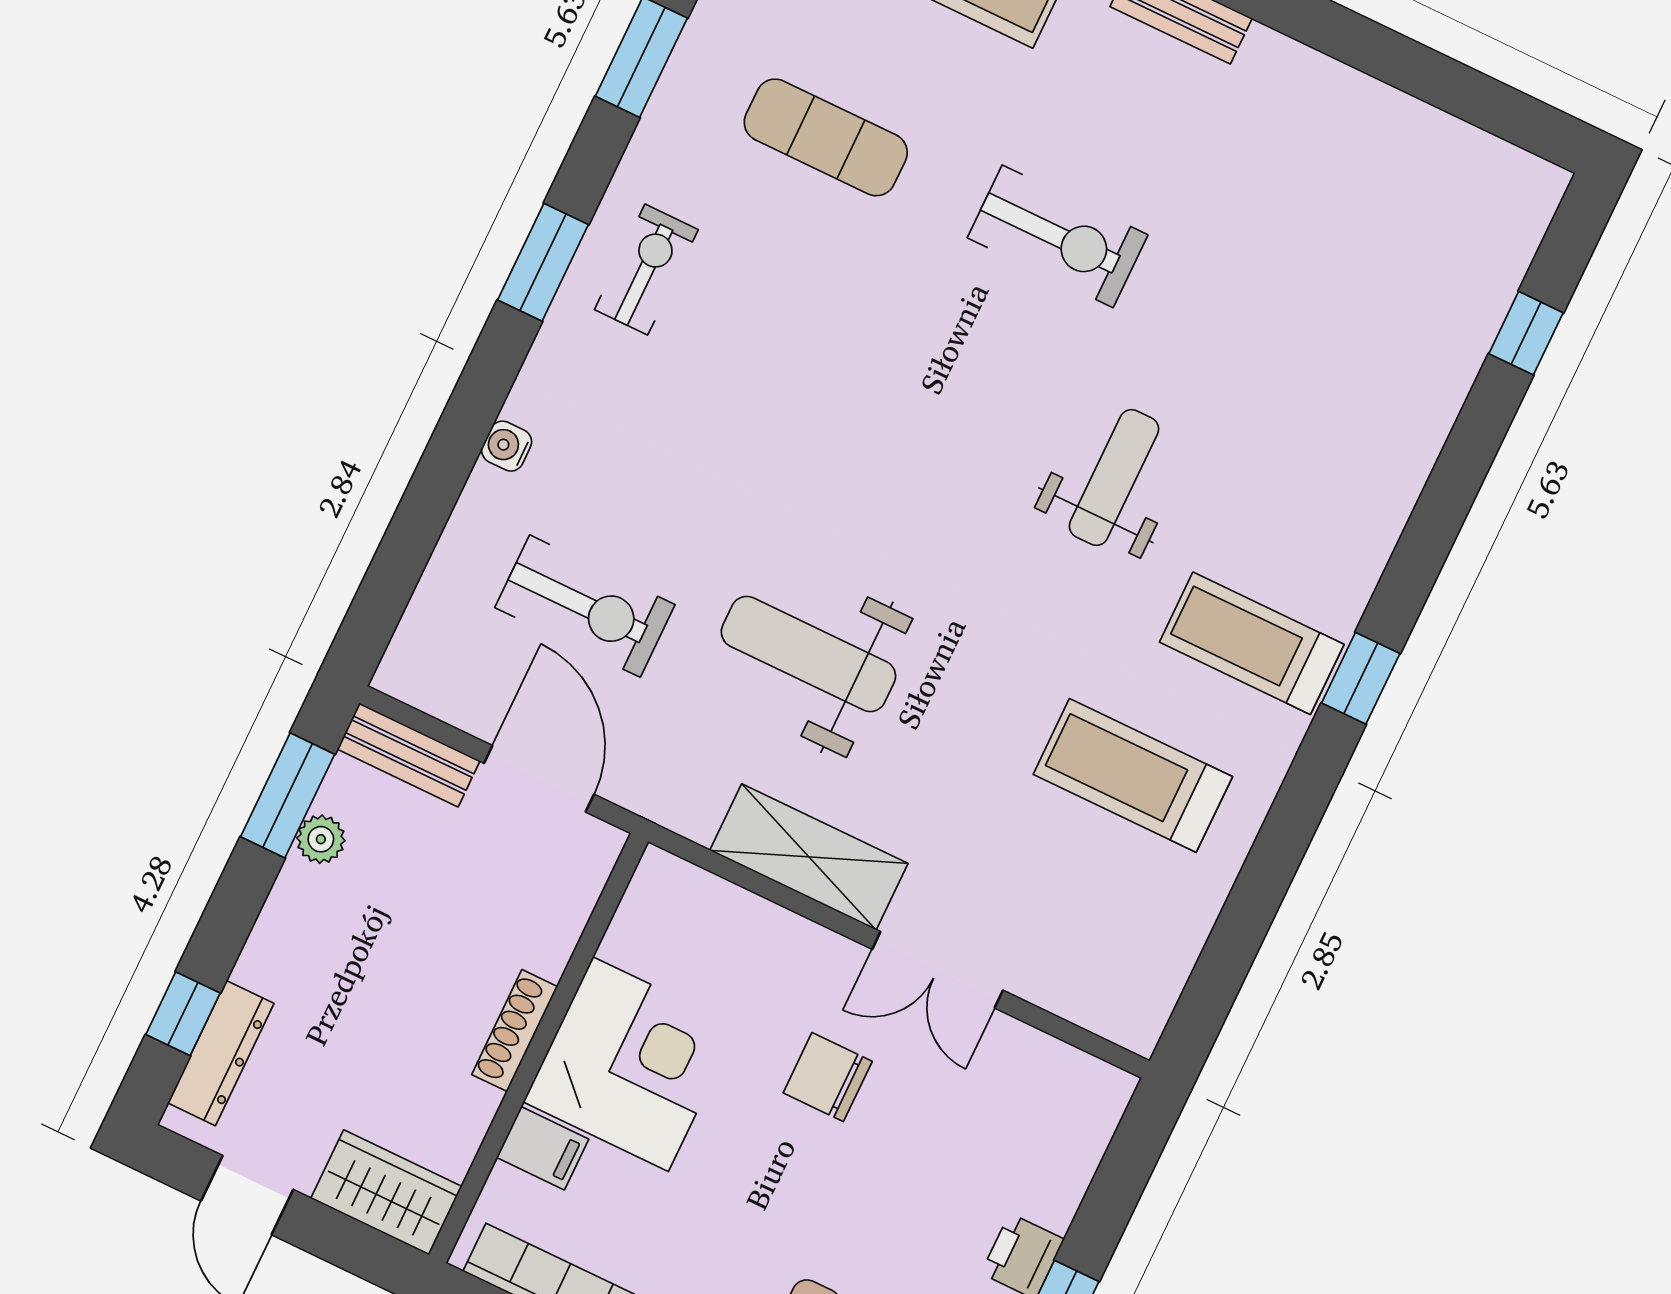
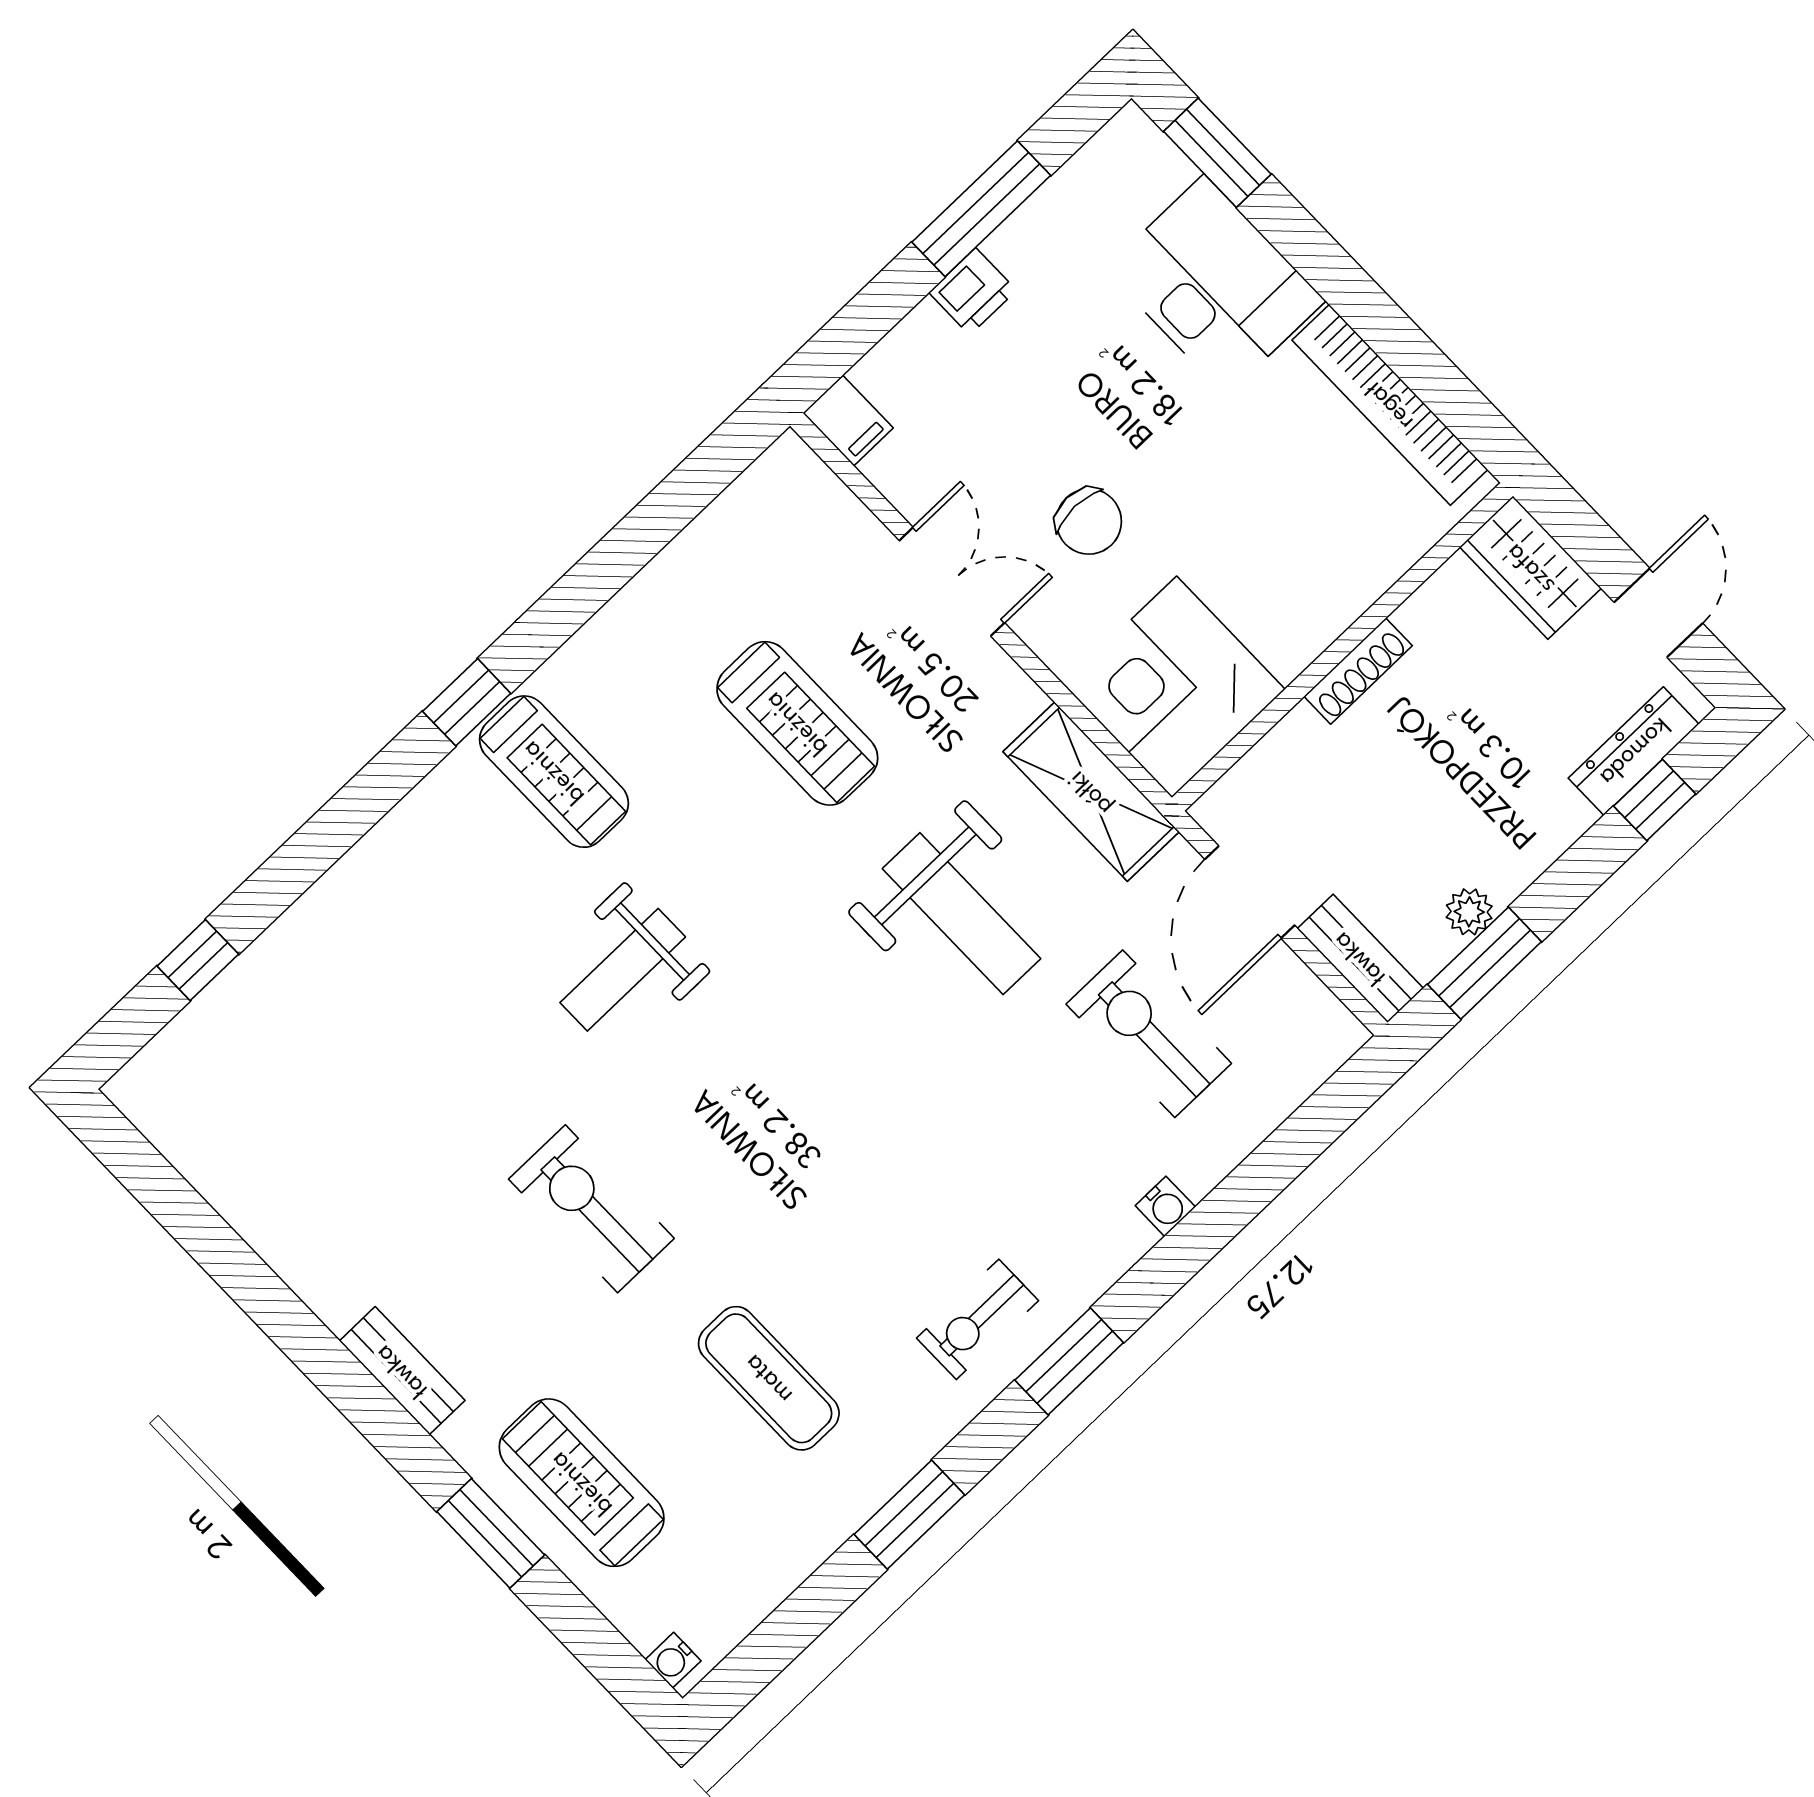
treadmill: (1133, 775) -> (797, 723), moved
shelving: (809, 857) -> (1091, 792), moved
corner desk: (630, 1064) -> (1174, 687), moved
filing cabinet: (543, 1148) -> (848, 421), moved, turned 180

